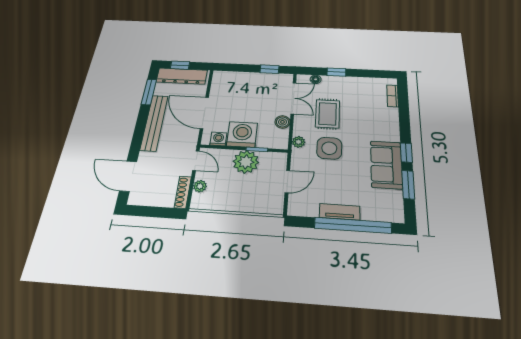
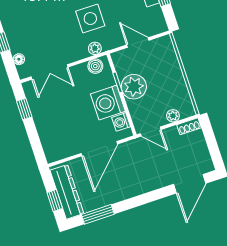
double door: (293, 98) -> (49, 72), swing flipped
rug: (328, 114) -> (54, 33), removed
boiler: (282, 122) -> (95, 66), moved
bench: (154, 123) -> (128, 190), removed
door: (196, 161) -> (151, 132), swing flipped
shoe rack: (183, 192) -> (189, 126), width x0.70

